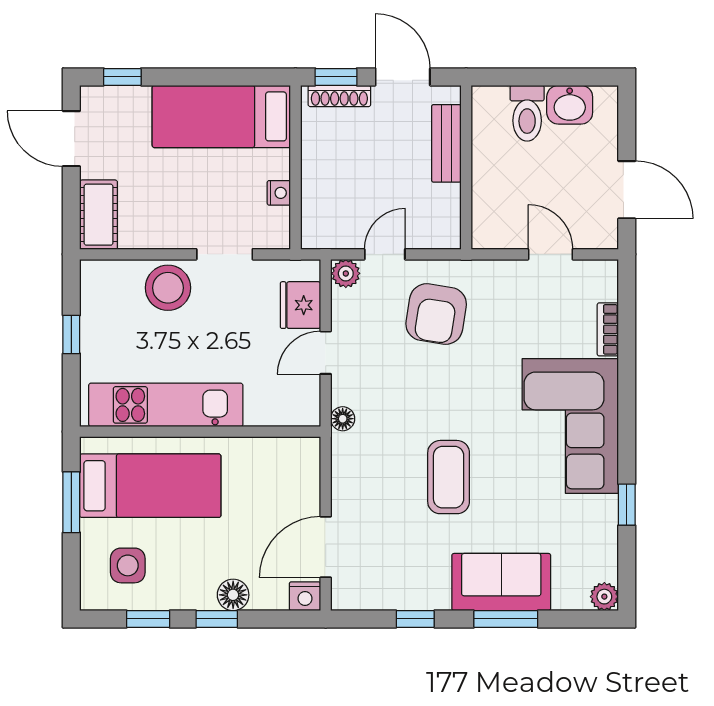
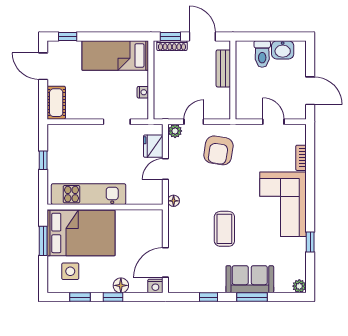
stool: (168, 288) -> (90, 138), removed
bed: (150, 486) -> (81, 233), width x1.50

